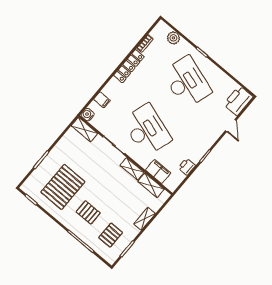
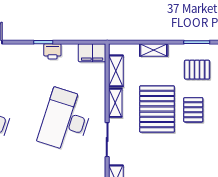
printer: (187, 167) -> (52, 51), moved
filing cabinet: (158, 171) -> (92, 53), moved, turned -90
pallet: (63, 187) -> (157, 109), moved, turned 90

